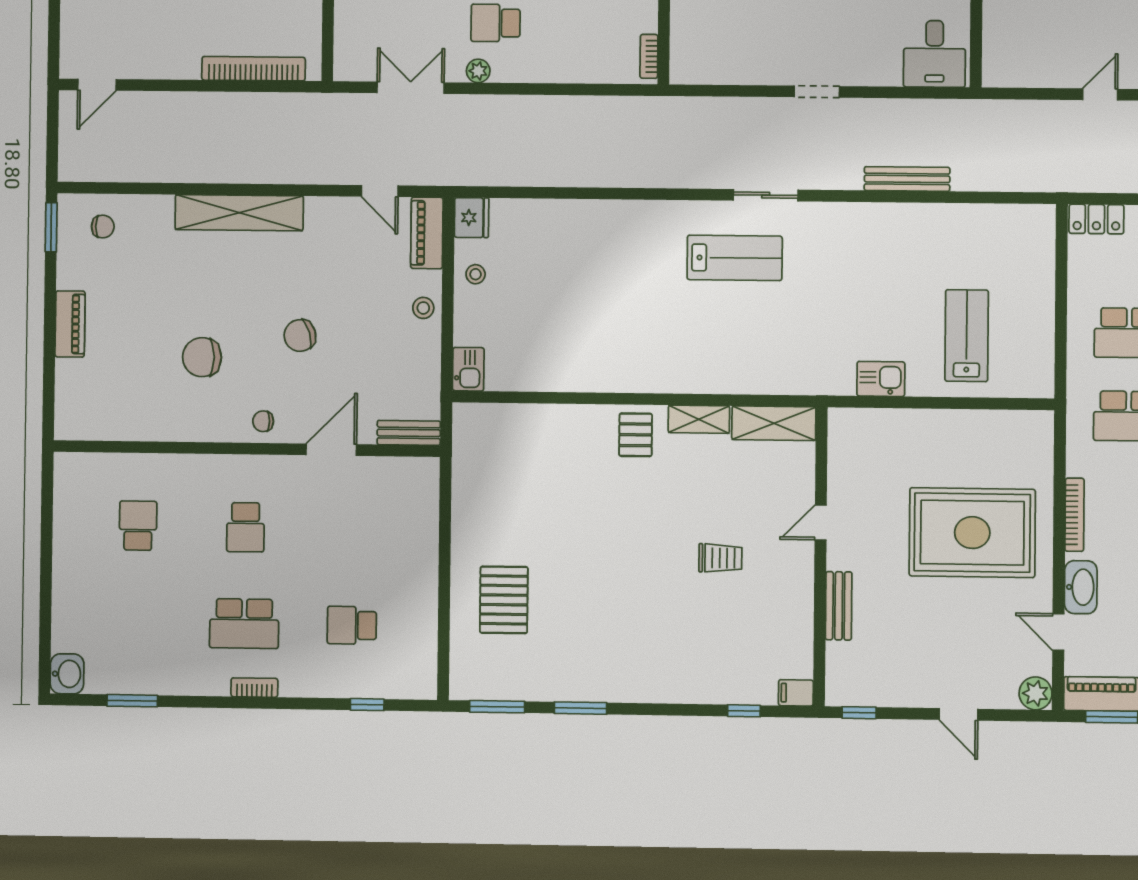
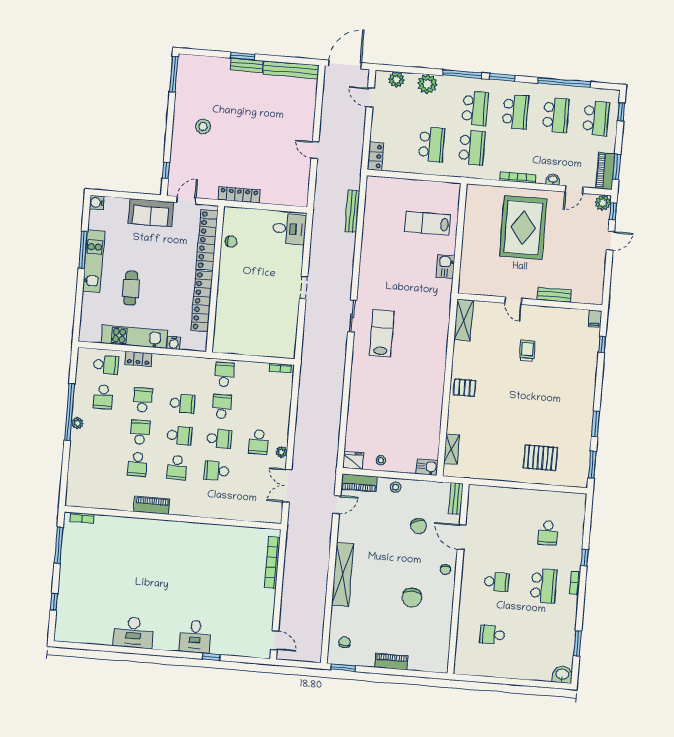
bench: (907, 179) -> (352, 211), moved
chair: (300, 335) -> (418, 526), moved
shelving: (699, 419) -> (451, 449), moved
washbasin: (1081, 587) -> (553, 180), width x0.52, depth x0.69
window: (367, 705) -> (585, 558), moved
window: (859, 713) -> (613, 211), moved

